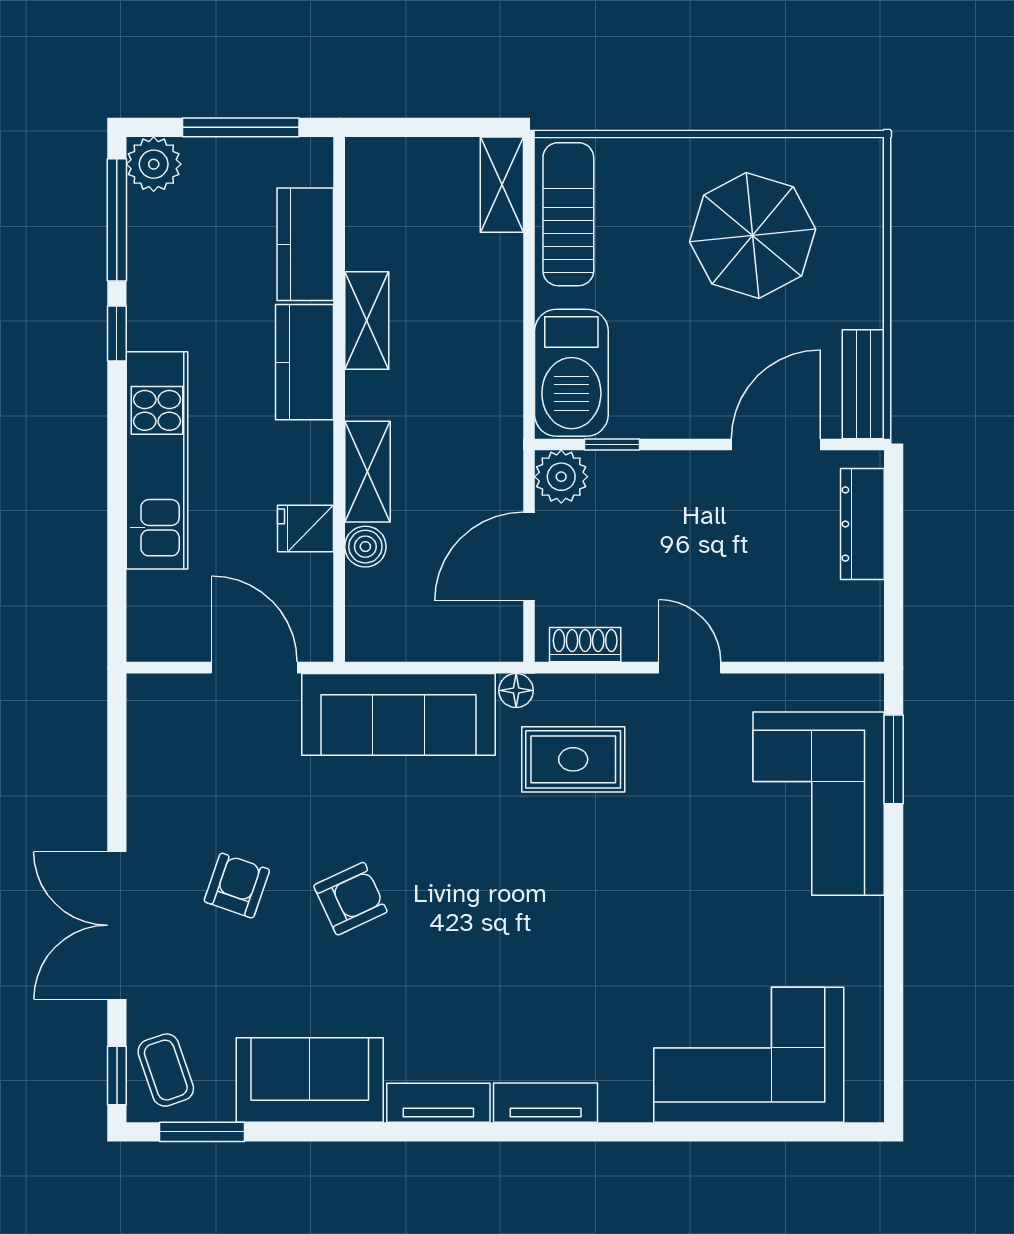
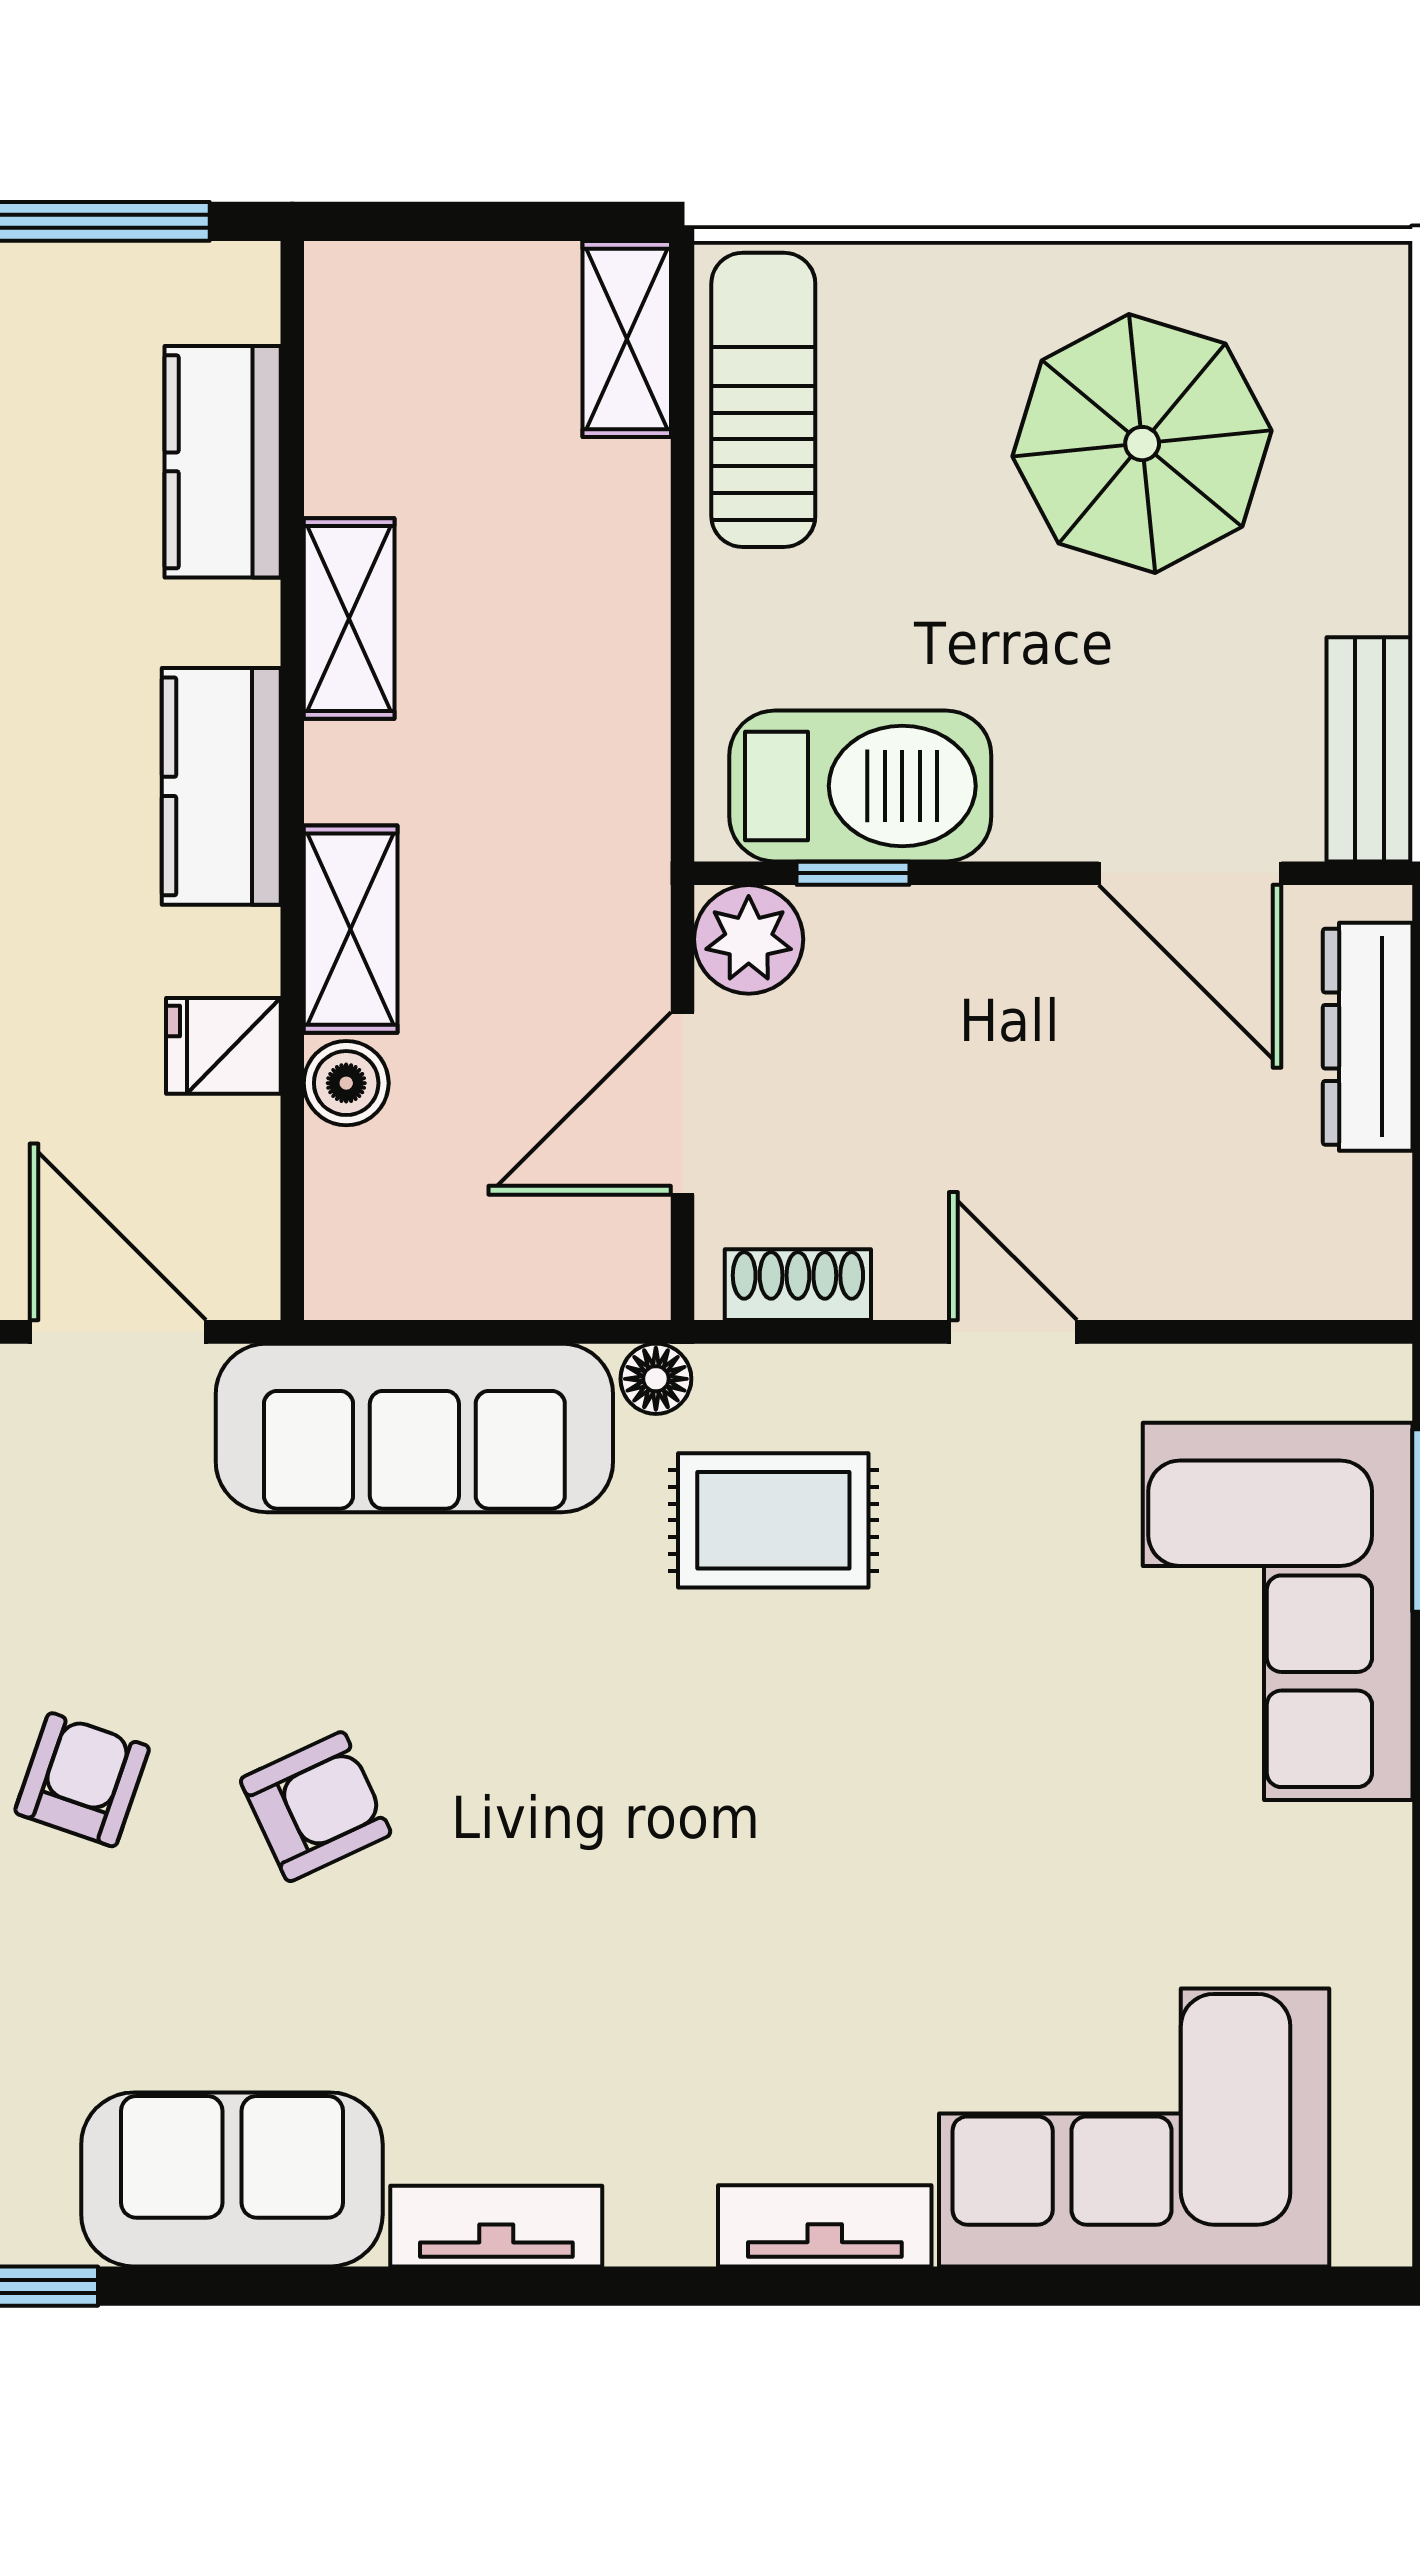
kitchen counter: (305, 362) -> (221, 786), moved
barbecue: (571, 373) -> (860, 786), moved, turned -90
door: (776, 444) -> (1190, 873), swing flipped
tv unit: (546, 1103) -> (825, 2226), moved

